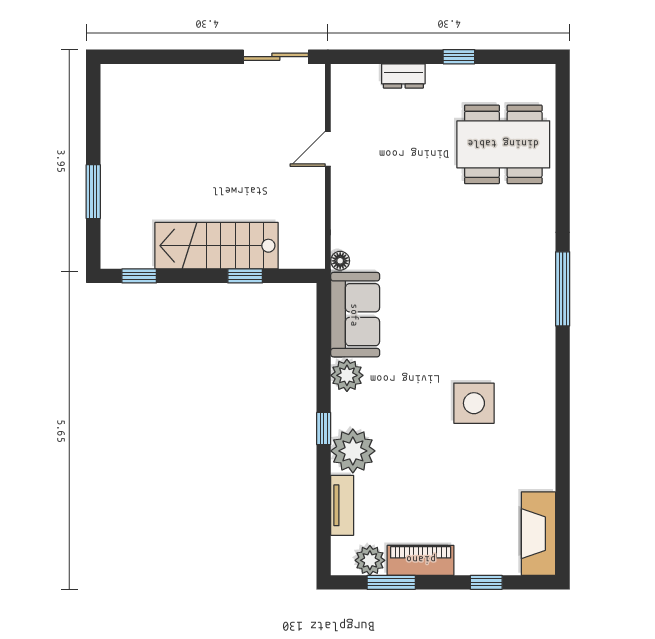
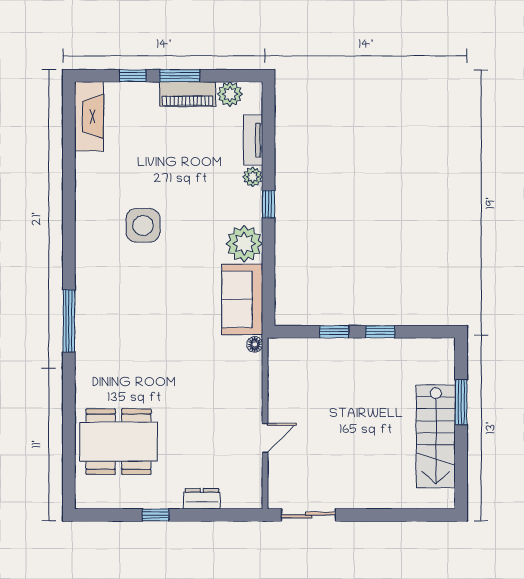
stairs: (217, 246) -> (436, 436), moved, turned 90
window: (139, 276) -> (380, 332), moved
plant: (347, 375) -> (244, 244), width x1.36, depth x1.36
plant: (353, 451) -> (253, 177), width x0.53, depth x0.53
window: (391, 582) -> (180, 76), moved

